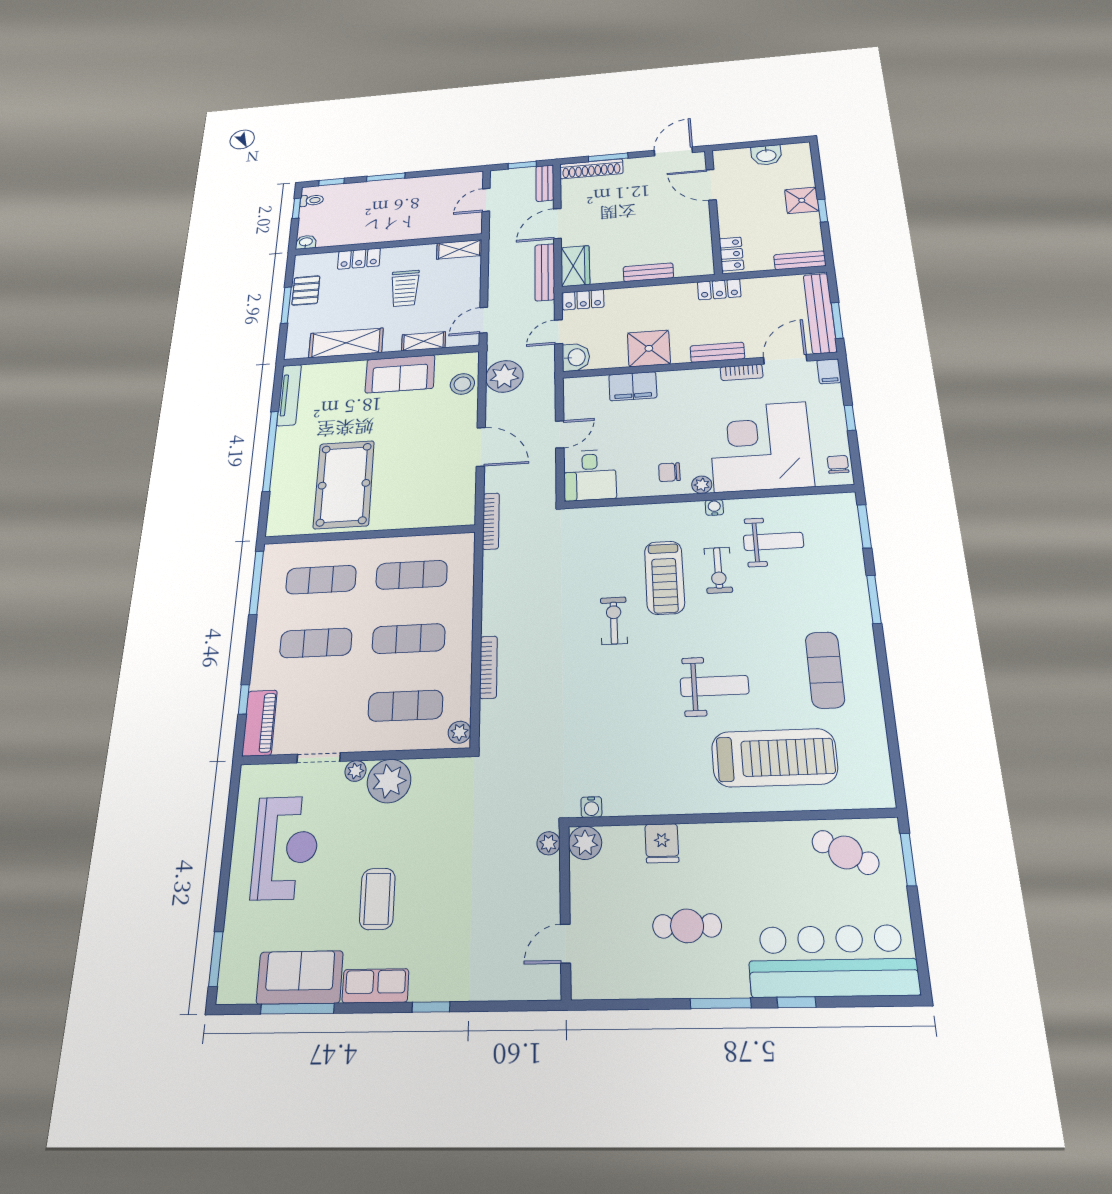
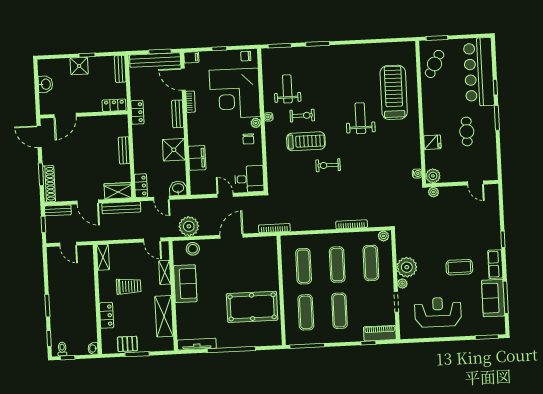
exercise mat: (825, 670) -> (352, 68), removed

